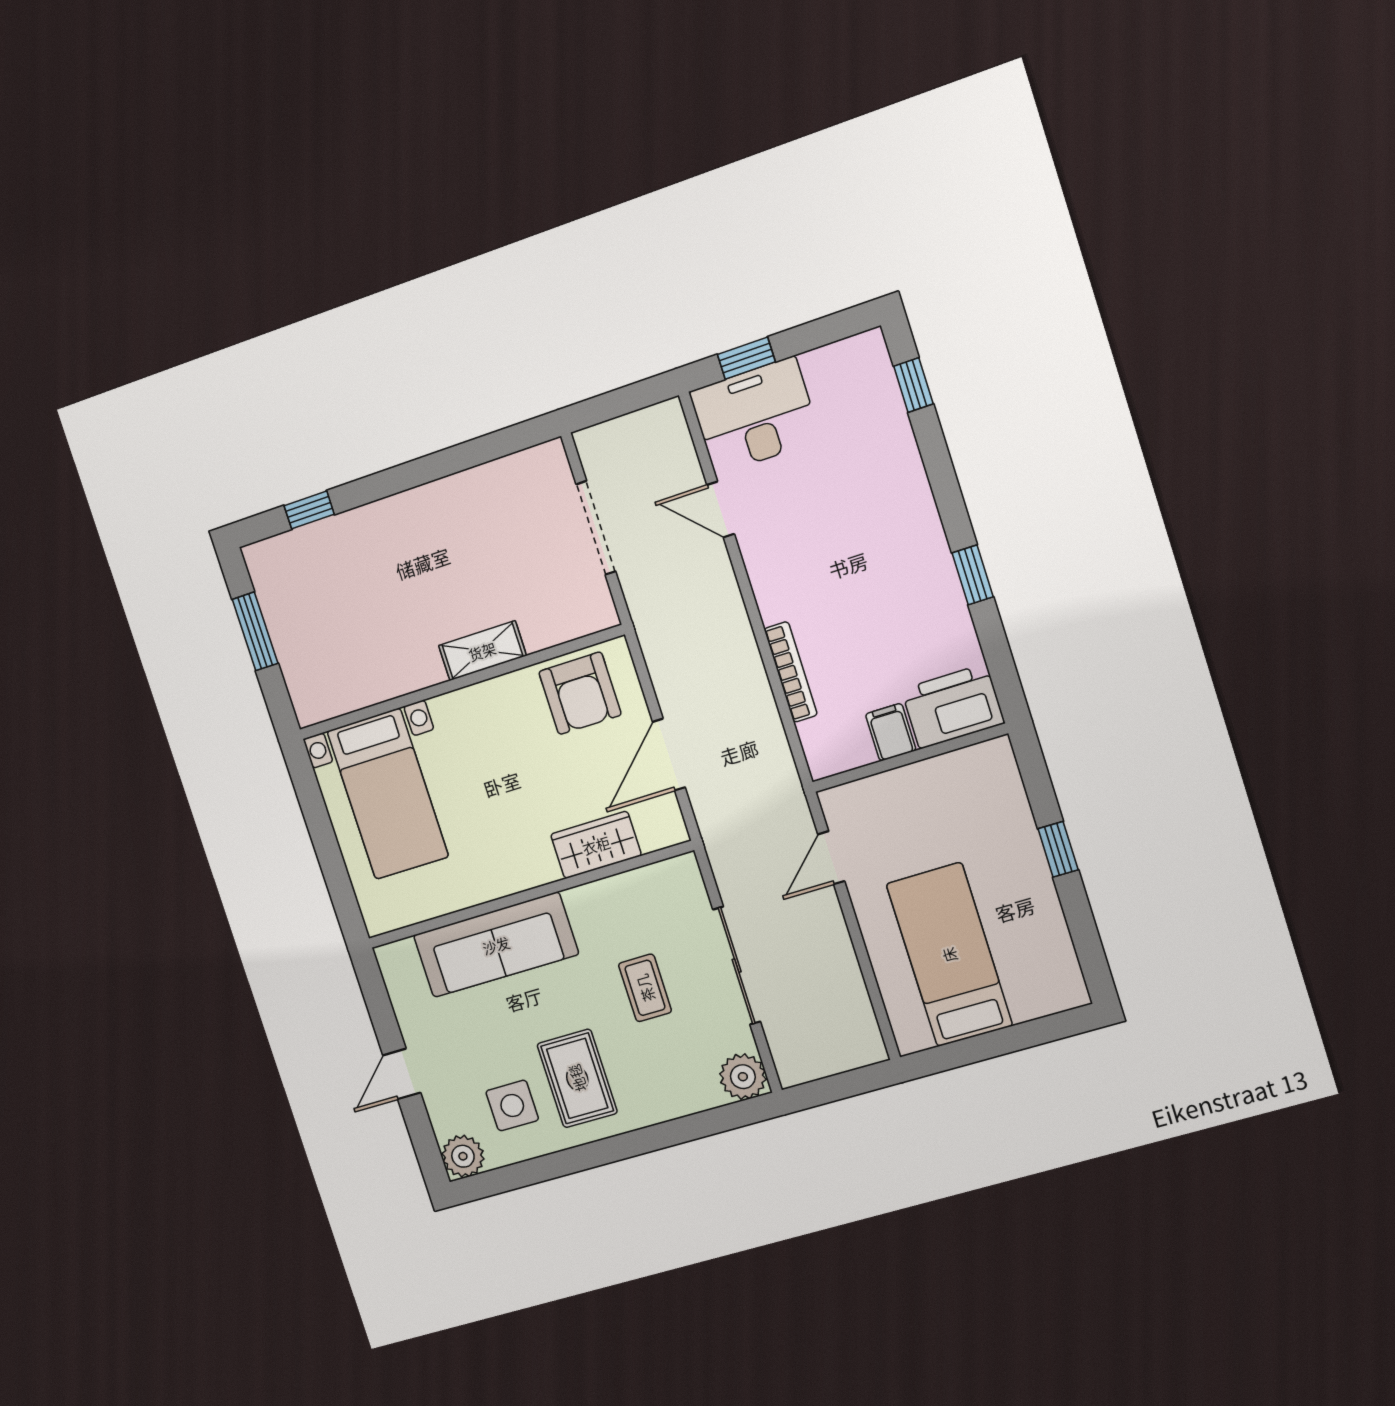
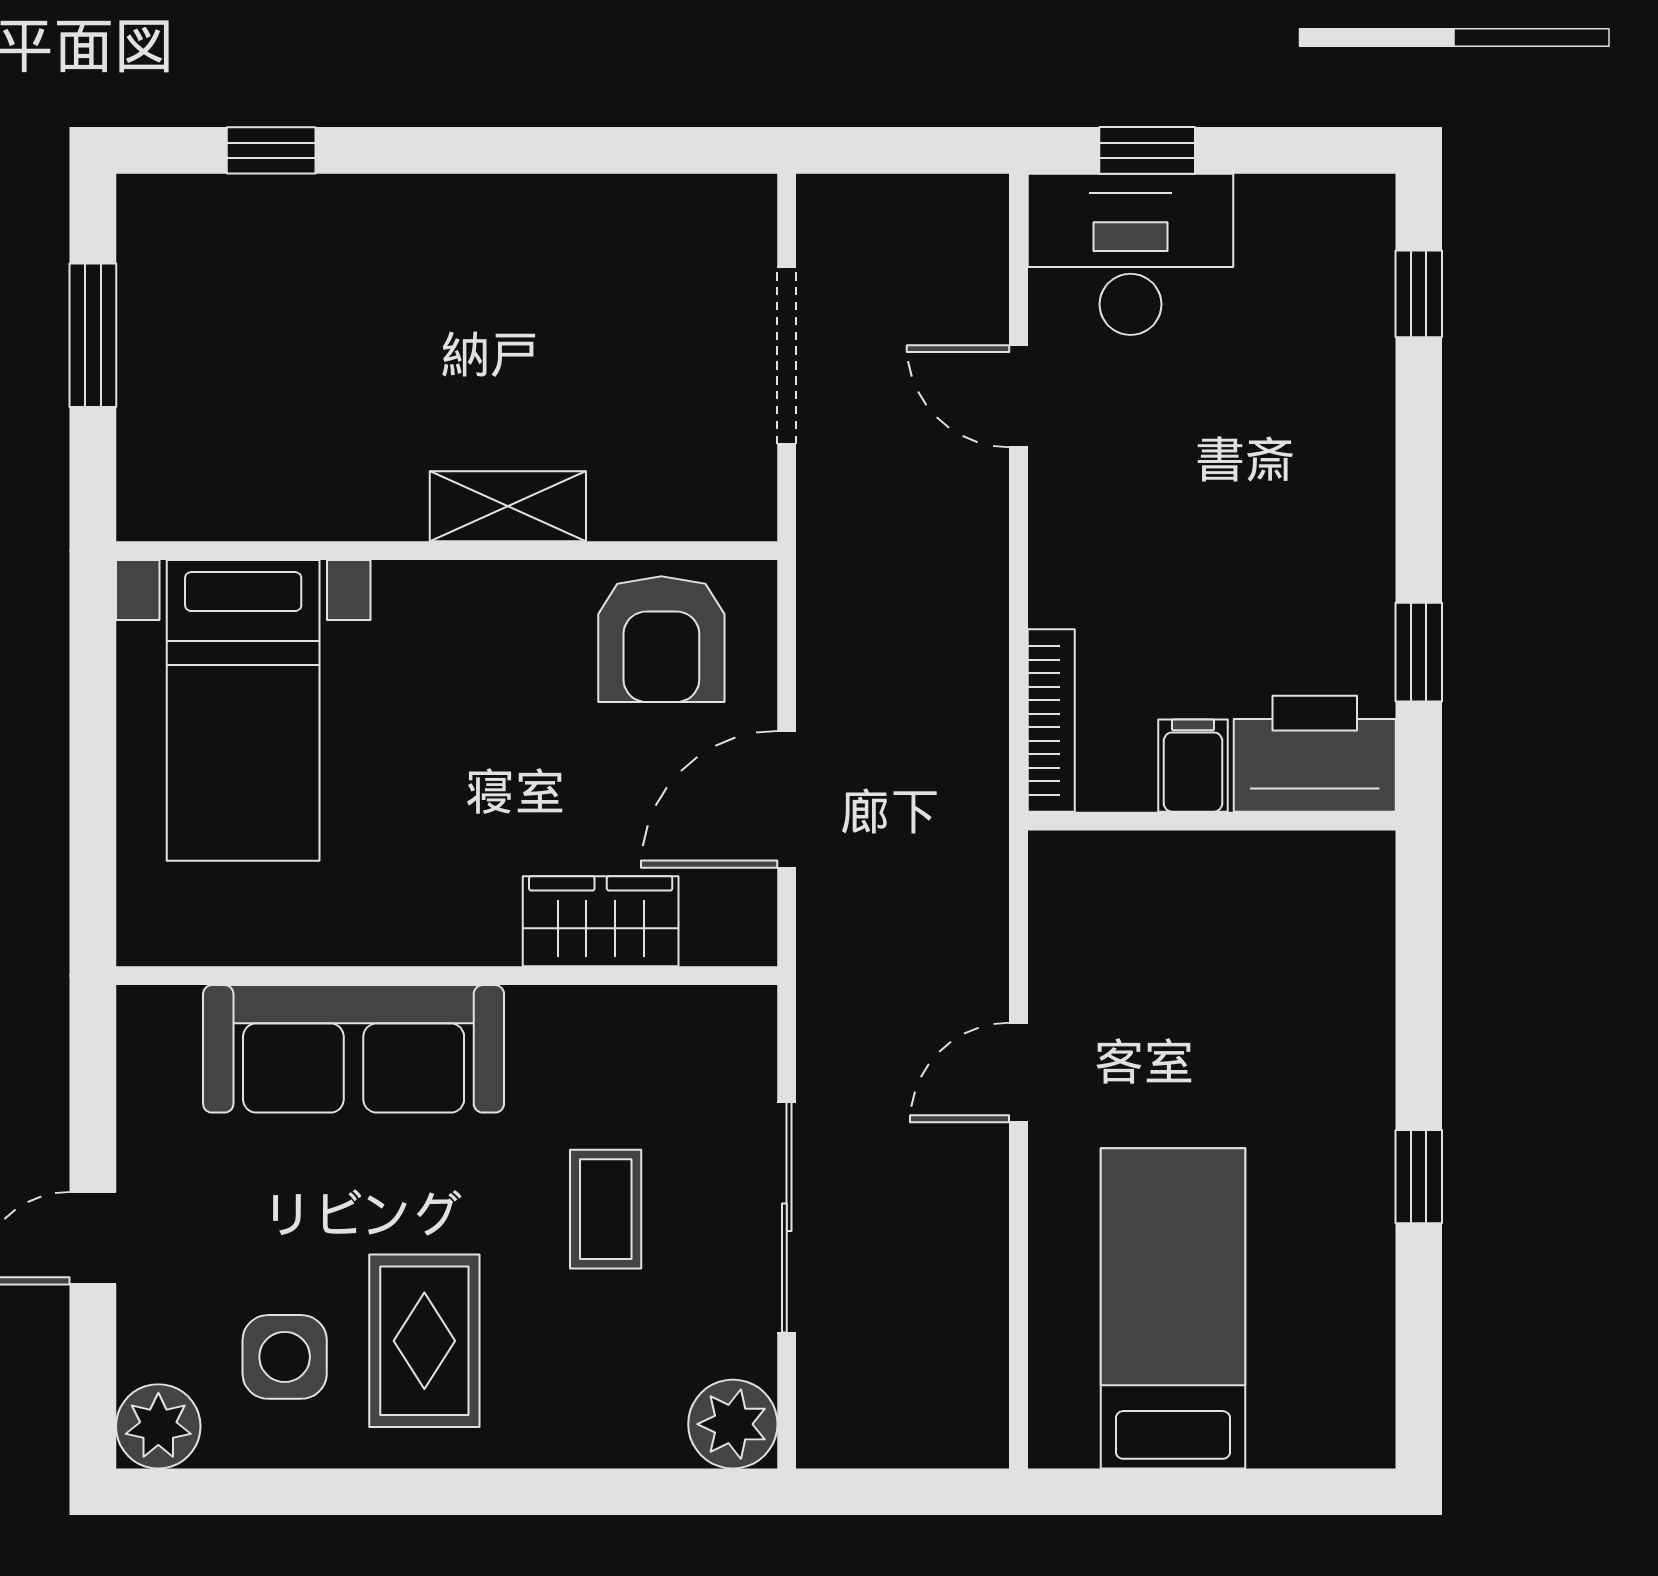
printer: (953, 706) -> (1315, 754), moved
filing cabinet: (891, 732) -> (1193, 766), moved
wall: (910, 758) -> (1212, 821), moved

